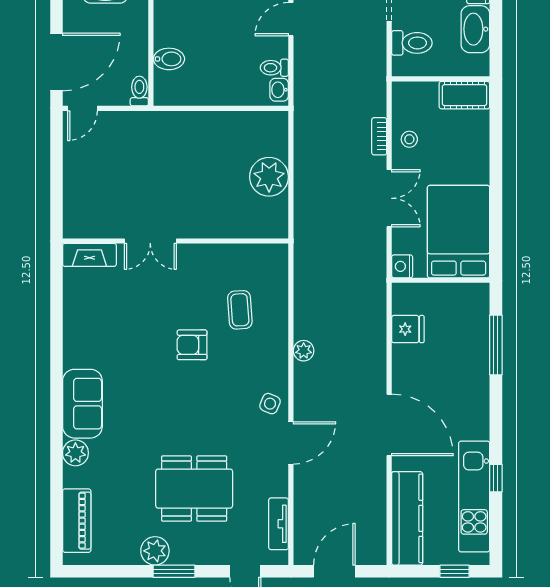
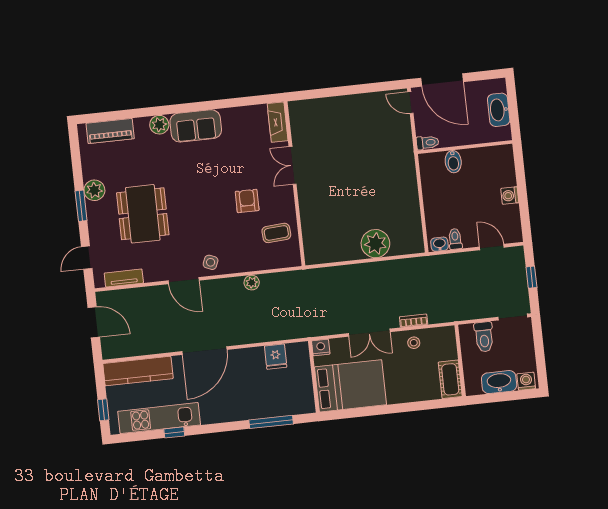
double door: (150, 241) -> (293, 165), moved
wall: (175, 241) -> (295, 184), moved
fireplace: (89, 255) -> (278, 122), moved

